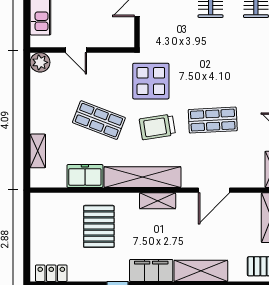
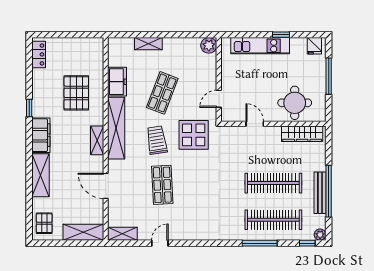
door: (76, 50) -> (219, 99), moved
shelving: (38, 151) -> (148, 44), moved
pallet: (99, 226) -> (76, 93), turned 90

